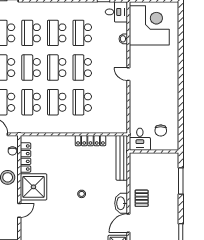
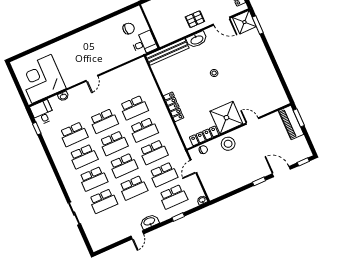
locker: (90, 141) -> (174, 107), moved
washbasin: (121, 203) -> (197, 40), moved

